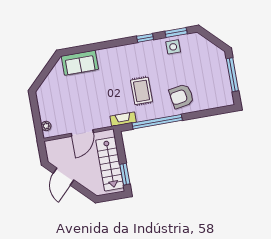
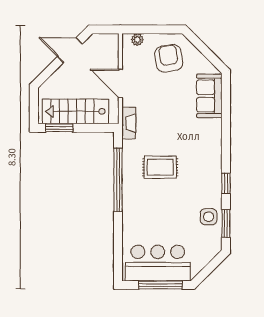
bar counter: (216, 80) -> (158, 263), added
armchair: (181, 96) -> (169, 58), moved
fireplace: (123, 119) -> (129, 123), moved

